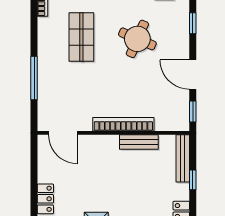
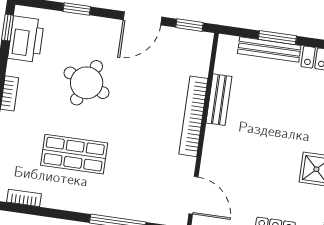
door: (63, 133) -> (193, 195), hinge flipped
bench: (183, 158) -> (269, 50), moved
window: (193, 180) -> (277, 38), width x1.50

